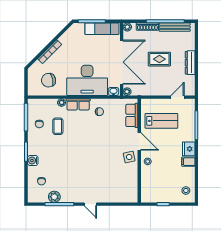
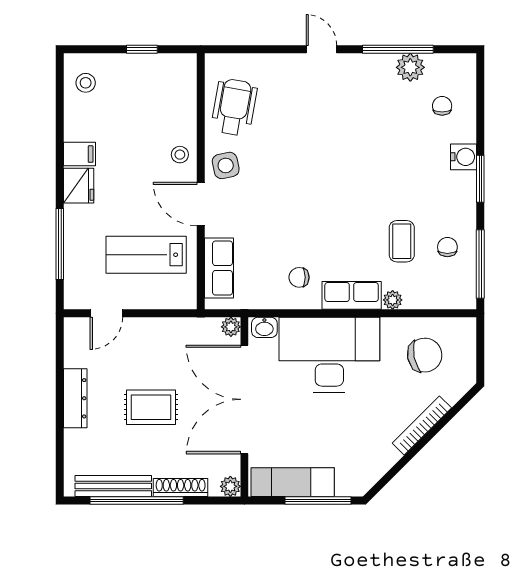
wheelchair: (126, 181) -> (234, 107), added

